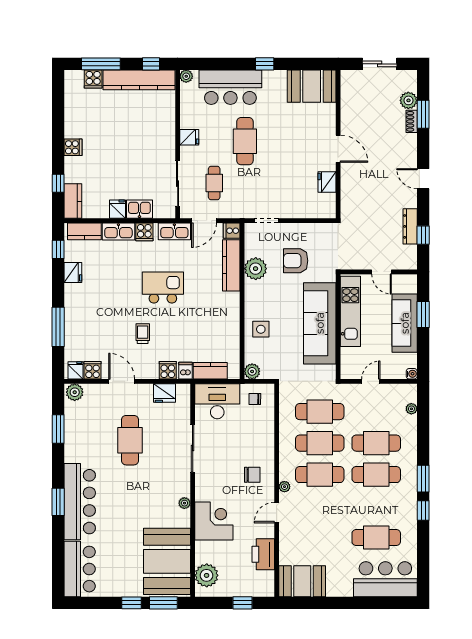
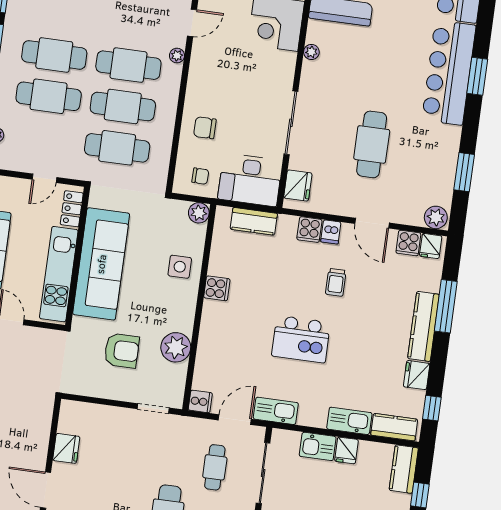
cooker: (144, 232) -> (217, 288), moved, turned 90
kitchen counter: (231, 265) -> (423, 326), moved, turned 180
locker: (347, 361) -> (72, 209), added
dishwasher: (186, 371) -> (331, 232), moved
fridge: (164, 393) -> (298, 185), moved, turned 90
chair: (252, 475) -> (205, 128), moved

